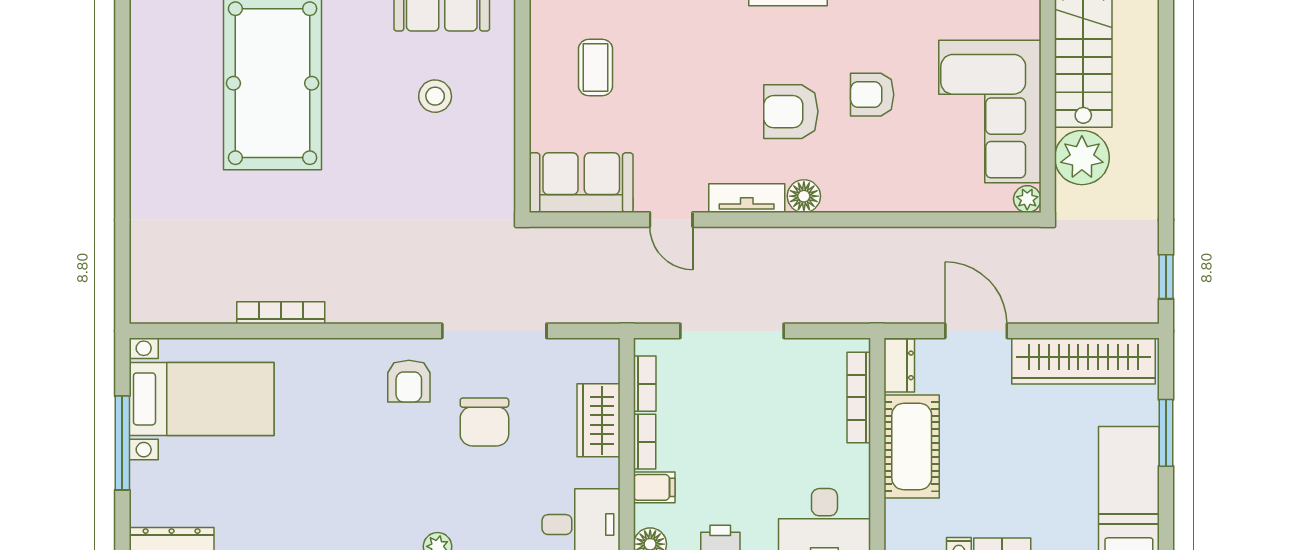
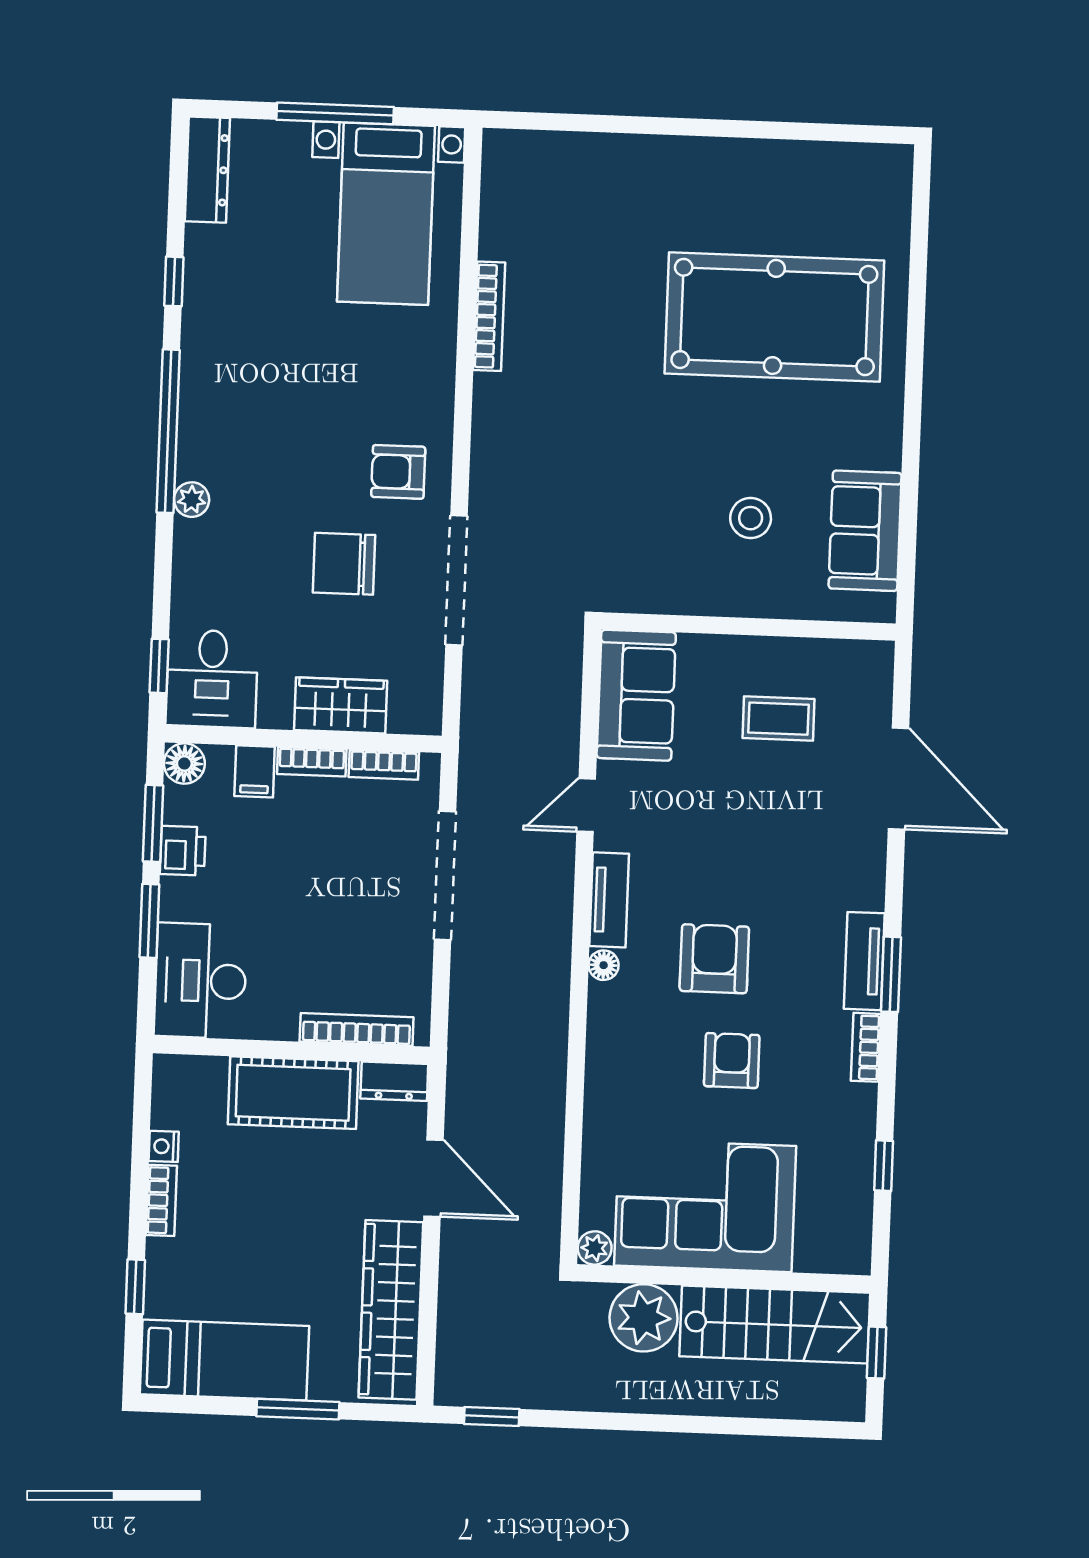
floor lamp: (804, 196) -> (604, 965), width x0.73, depth x0.73
door: (976, 331) -> (433, 1178), hinge flipped

